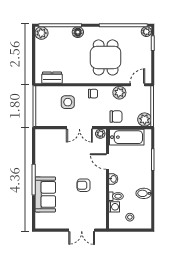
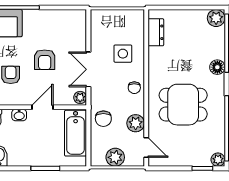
plant: (145, 119) -> (115, 157), moved
armchair: (72, 160) -> (45, 60), added

